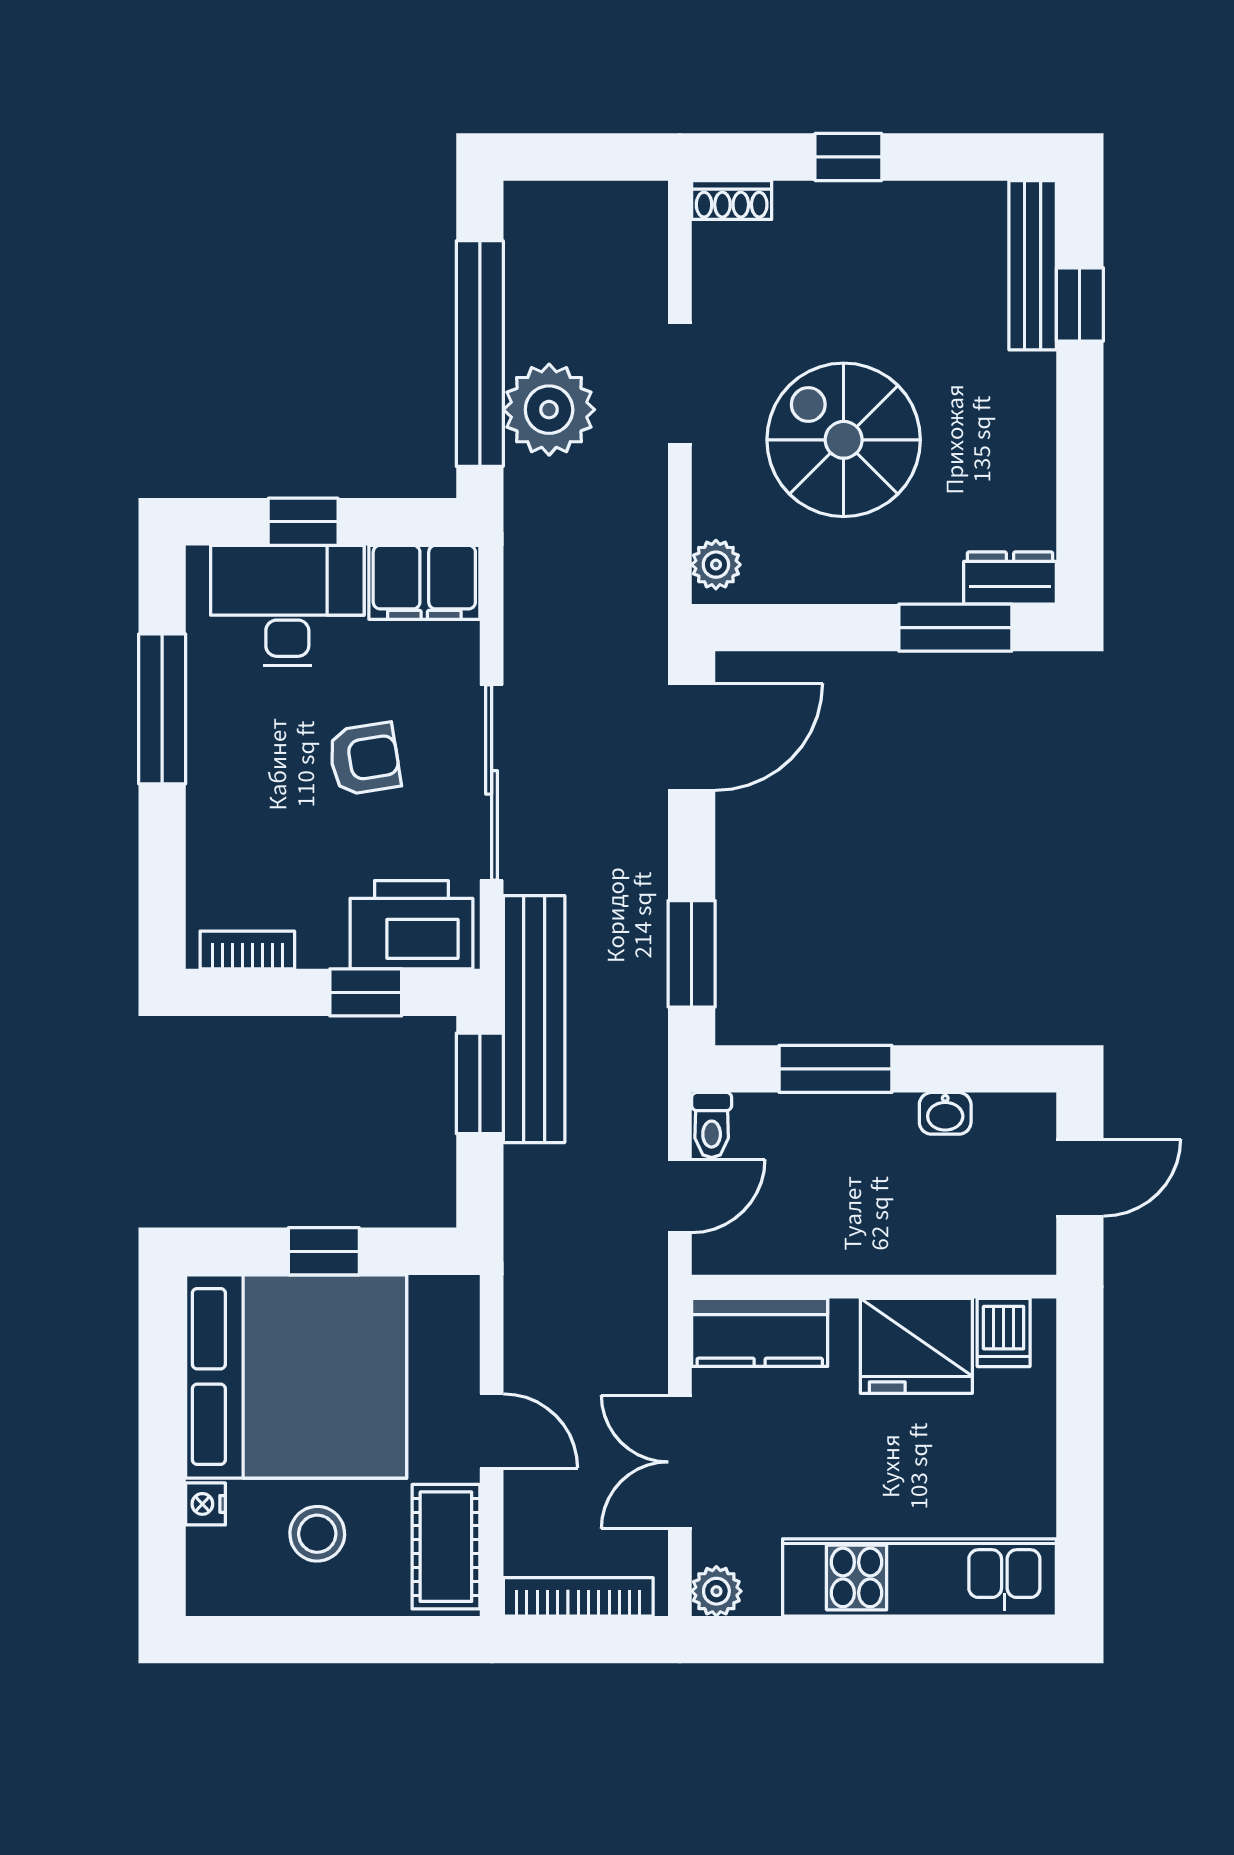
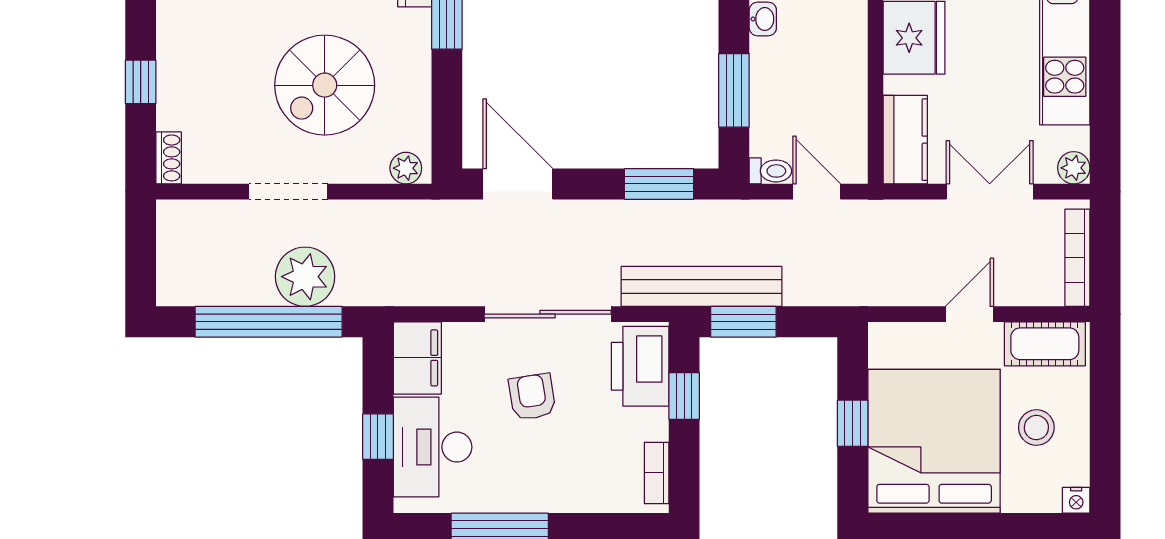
double door: (680, 1462) -> (990, 192), swing flipped
nightstand: (206, 1504) -> (1076, 500), moved

